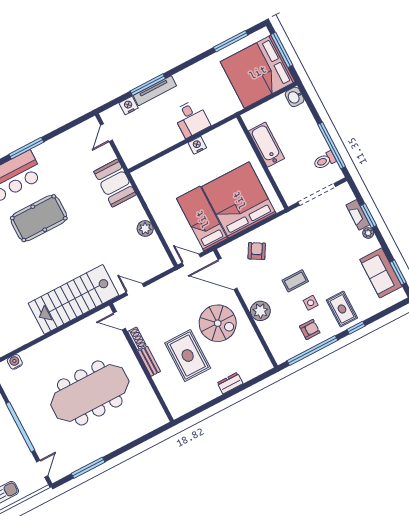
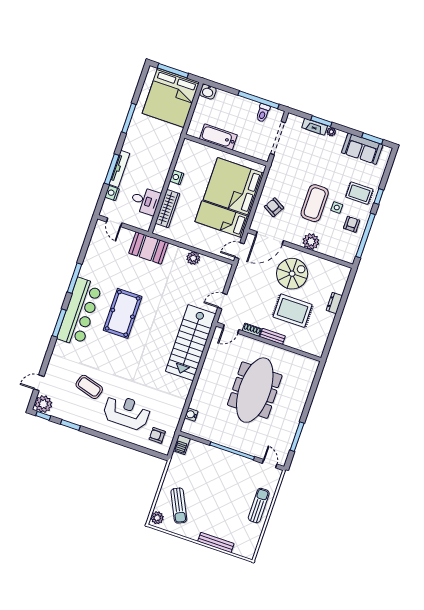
window: (231, 41) -> (129, 118), moved
desk: (191, 118) -> (145, 201), moved
wardrobe: (164, 165) -> (168, 208), added
coffee table: (295, 281) -> (315, 203), width x1.86, depth x1.72

